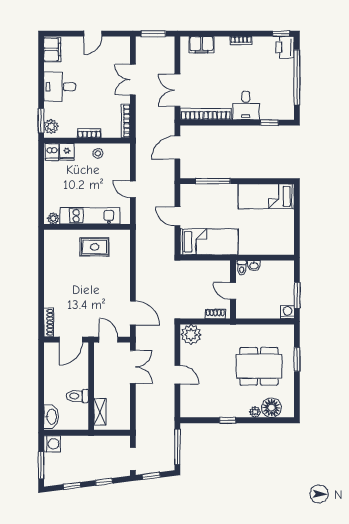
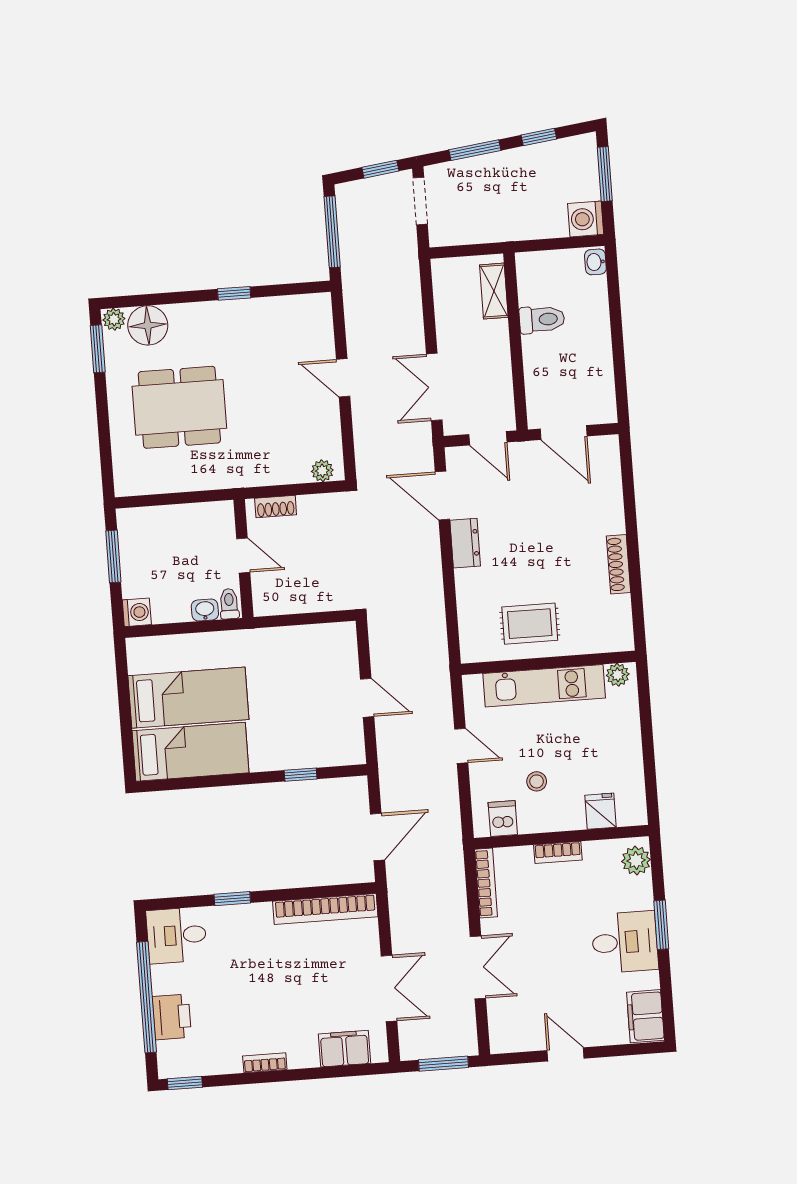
door: (93, 34) -> (566, 1054), hinge flipped
printer: (285, 47) -> (172, 1017), moved
double door: (177, 90) -> (389, 988), moved
desk: (246, 106) -> (177, 935), moved, turned -90
window: (41, 121) -> (661, 925), moved
window: (269, 123) -> (232, 899), moved
dishwasher: (52, 152) -> (503, 818), moved
stool: (98, 153) -> (537, 781), moved
window: (213, 181) -> (301, 775), width x0.46
bed: (209, 242) -> (188, 698), moved, turned 180
dresser: (123, 289) -> (465, 543), added
washing machine: (287, 312) -> (137, 612), moved, turned -90
shoe rack: (49, 322) -> (618, 564), moved
plant: (191, 335) -> (322, 471), width x0.53, depth x0.53
door: (71, 340) -> (564, 433), swing flipped
window: (297, 359) -> (98, 349), moved
plant: (255, 412) -> (114, 319), moved
washbasin: (51, 417) -> (595, 262), width x0.52, depth x0.69
window: (104, 482) -> (475, 150), width x1.50

